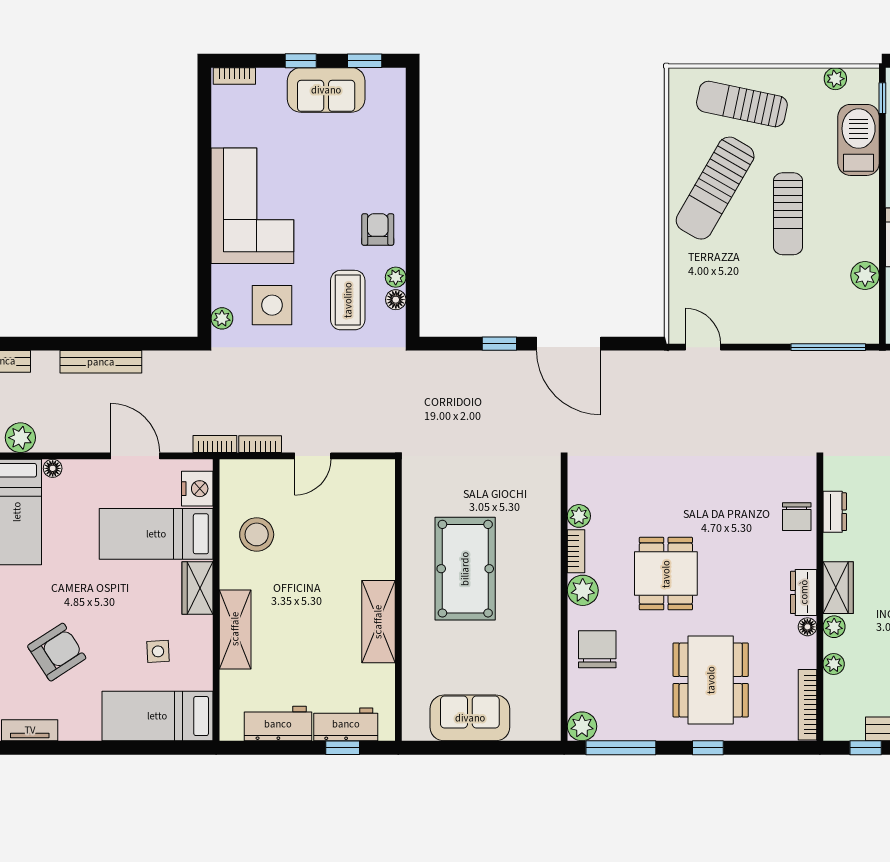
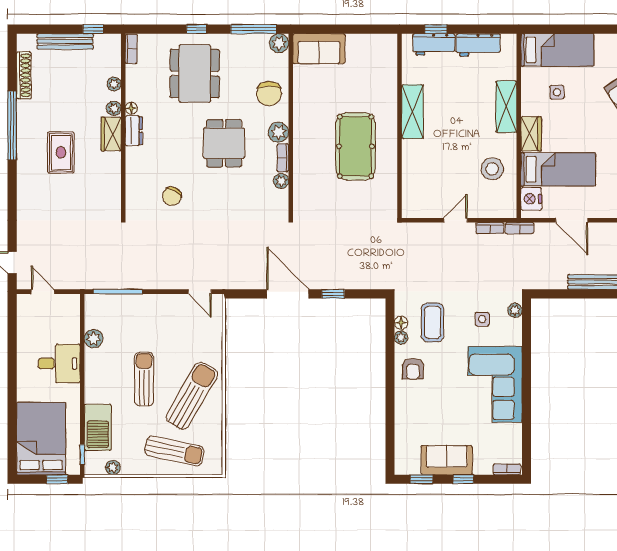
side table: (272, 305) -> (482, 319), width x0.54, depth x0.54
dresser: (835, 512) -> (113, 184), removed
chair: (797, 517) -> (172, 196), moved, turned -150
bookcase: (807, 705) -> (131, 49), width x0.64
sofa: (470, 718) -> (319, 49), moved

